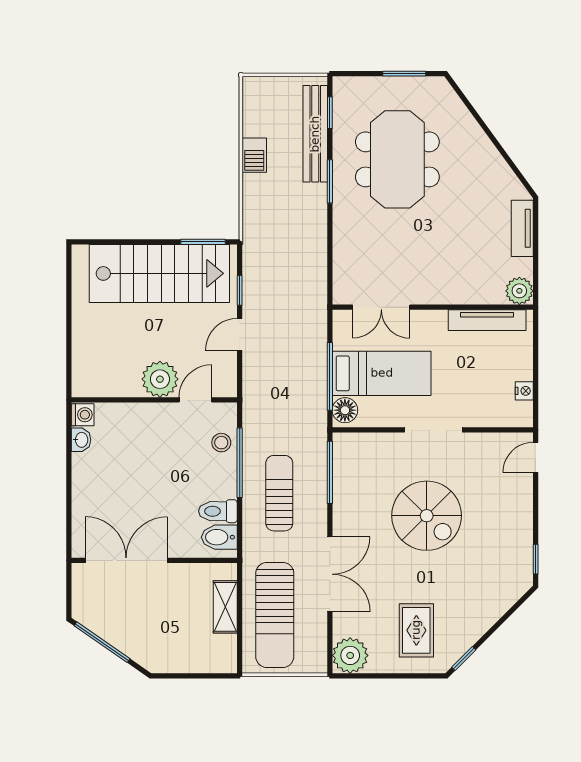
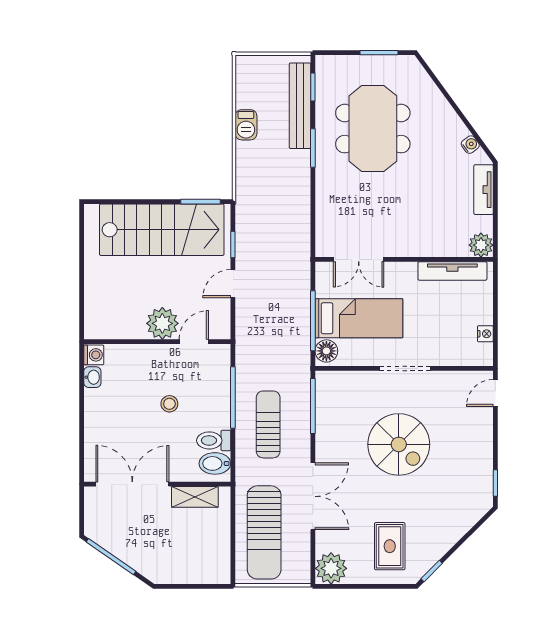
water cooler: (507, 177) -> (470, 145), added
stool: (221, 443) -> (169, 404), moved
shelving: (225, 607) -> (195, 497), moved, turned 90

